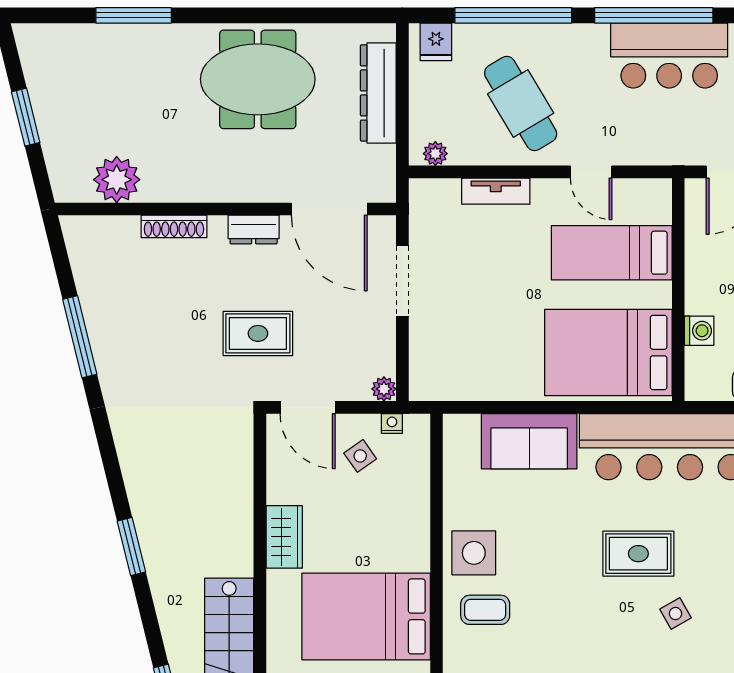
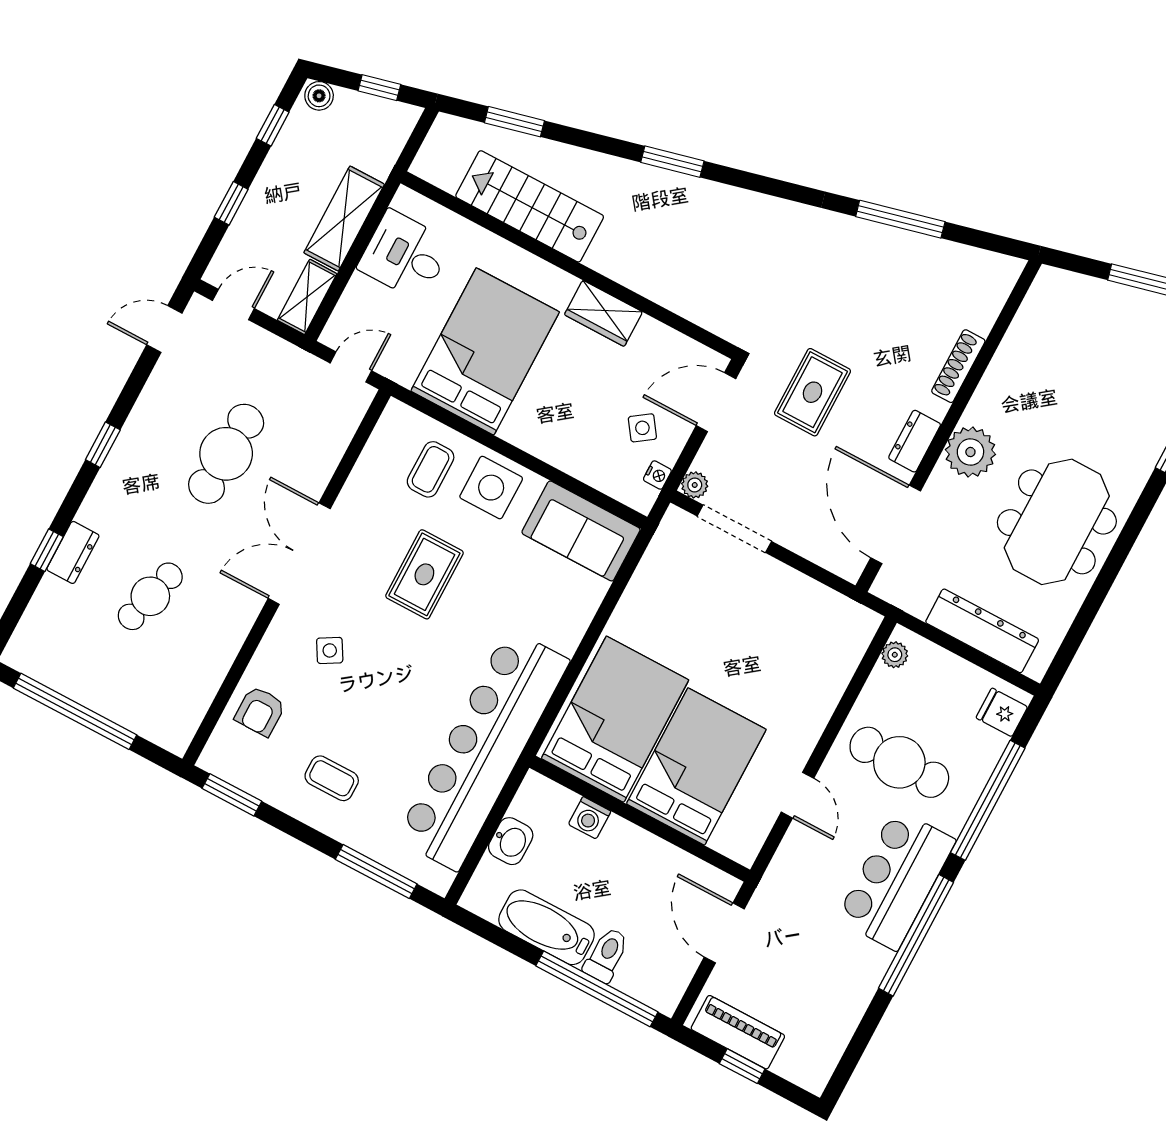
bar counter: (669, 56) -> (896, 880), moved
cafe table: (521, 104) -> (899, 762), turned 31
door: (591, 172) -> (798, 795), swing flipped
plant: (117, 180) -> (970, 452), moved
tv unit: (496, 191) -> (828, 694), removed
door: (329, 209) -> (896, 524), hinge flipped
bed: (612, 253) -> (696, 767), width x1.50
doorway: (402, 281) -> (734, 529), moved
sofa: (529, 441) -> (581, 531), moved, turned -90
rug: (638, 554) -> (424, 574), moved

